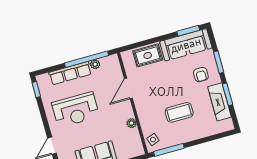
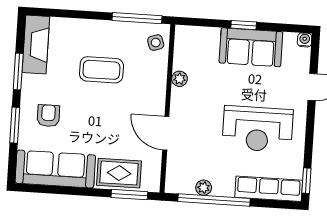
window: (188, 31) -> (129, 195), moved
row of seats: (70, 73) -> (269, 189), moved
door: (128, 88) -> (166, 133), swing flipped
fireplace: (220, 102) -> (36, 45), moved
reception desk: (76, 110) -> (258, 129), turned 180

